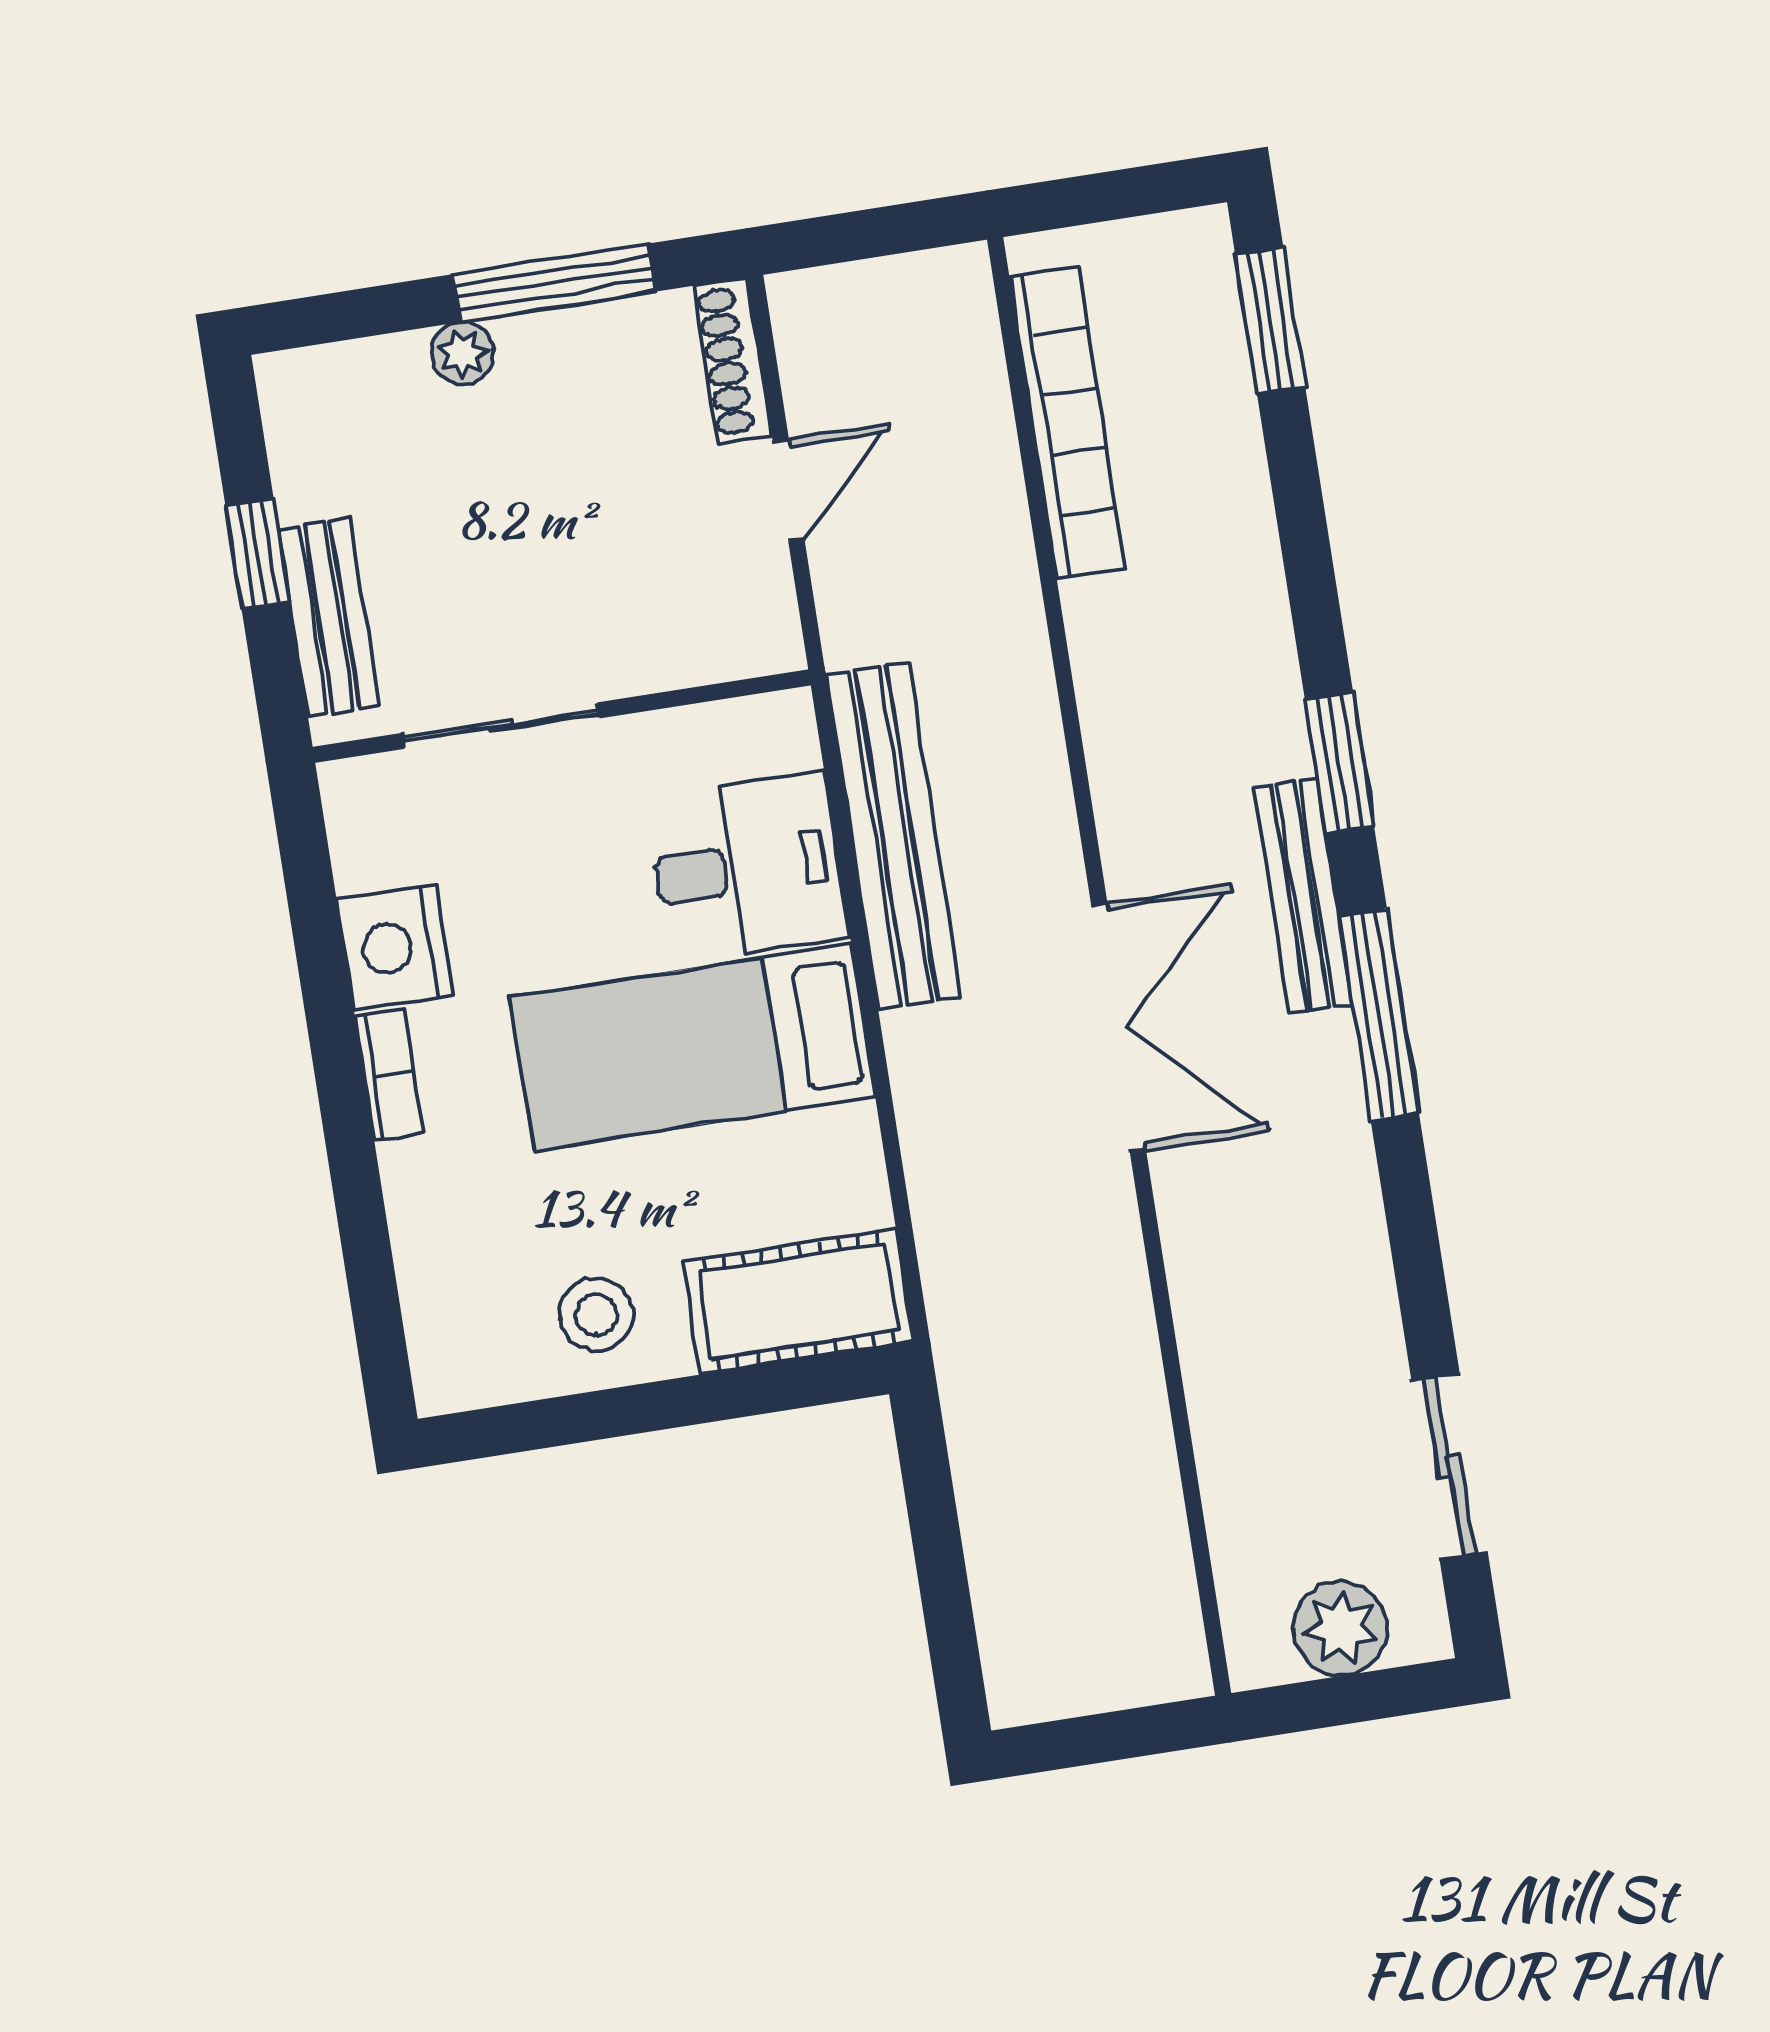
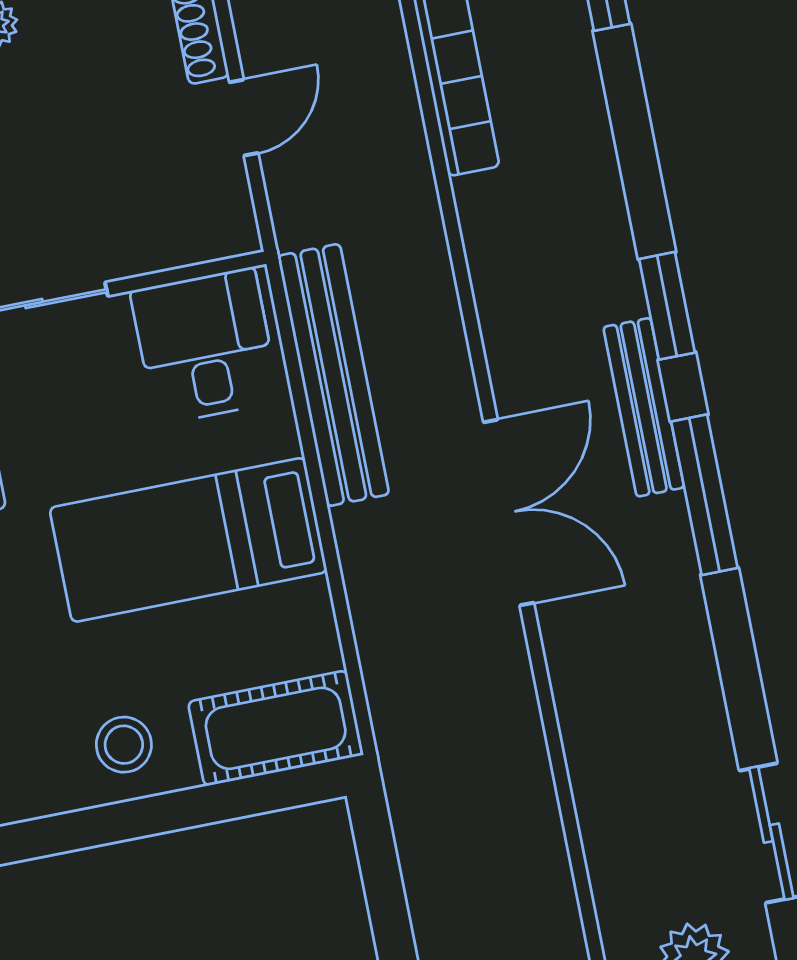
desk: (747, 868) -> (205, 346), moved, turned -90

